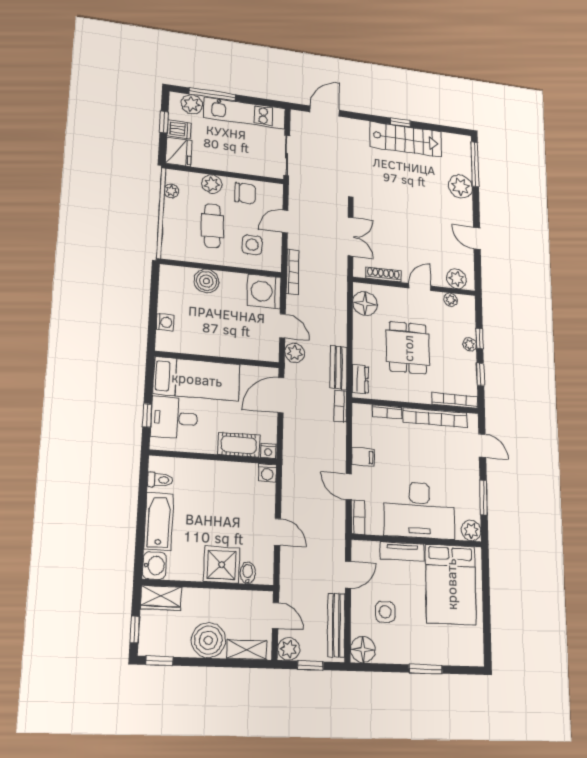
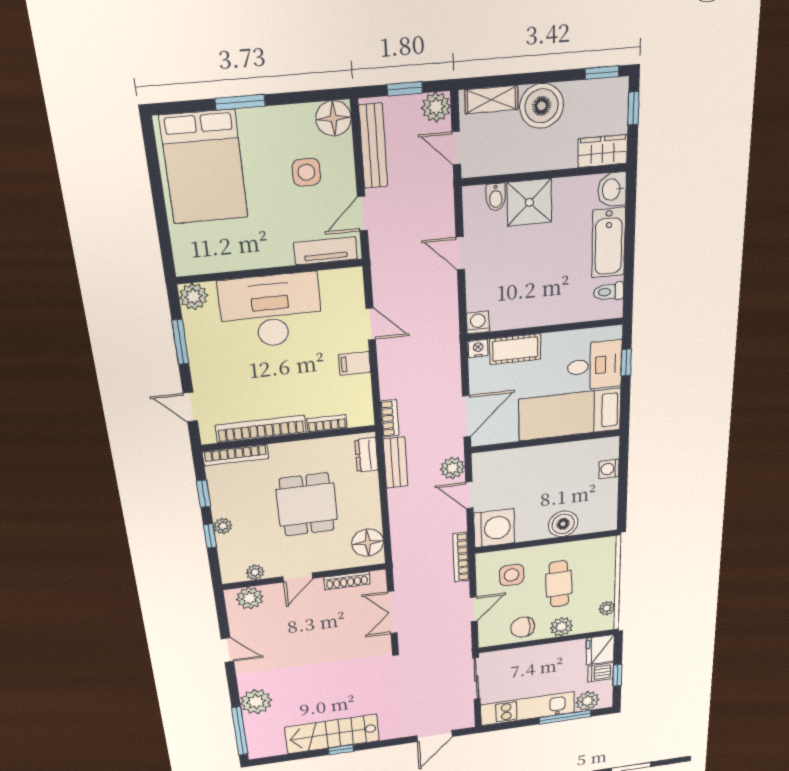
bookcase: (358, 517) -> (355, 288), removed
tv unit: (402, 551) -> (326, 251), moved
bed: (451, 584) -> (204, 167), moved, turned 180

